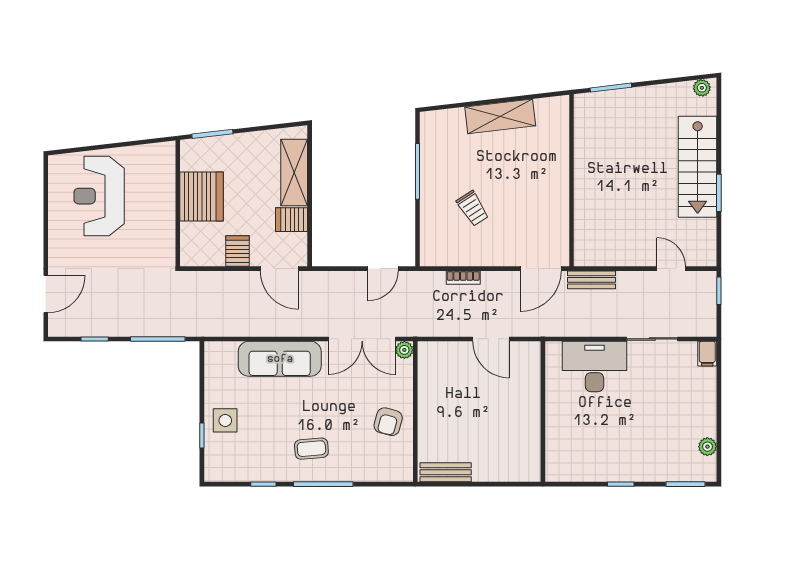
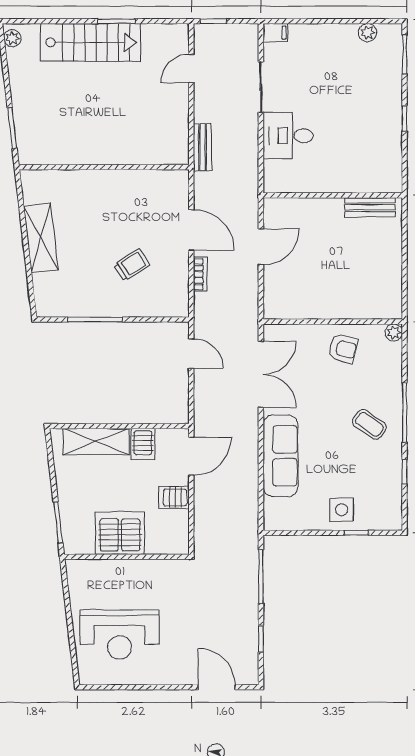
door: (541, 269) -> (191, 230), moved
plant: (404, 350) -> (394, 332), moved
desk: (594, 366) -> (288, 136), width x0.73
coffee table: (311, 449) -> (369, 424), turned -50
bench: (446, 472) -> (370, 207), moved, turned 90

